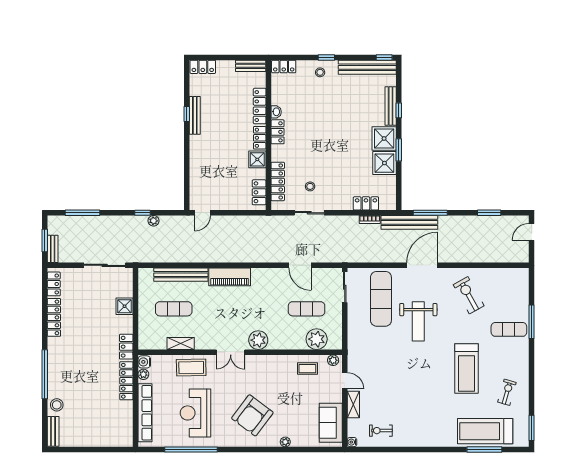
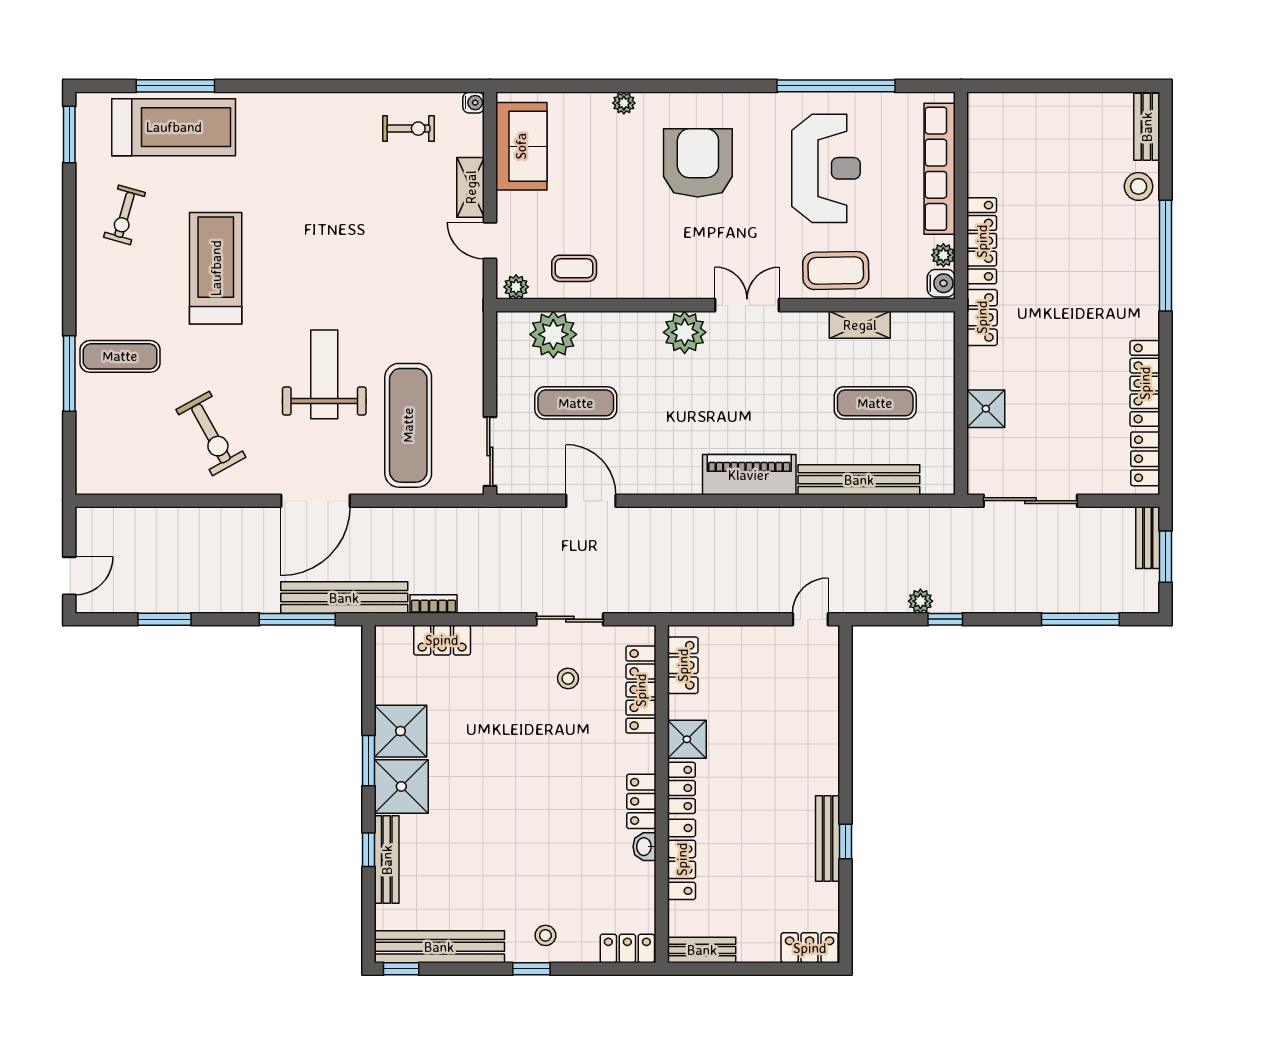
armchair: (252, 415) -> (698, 163), turned -37

